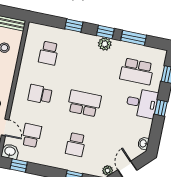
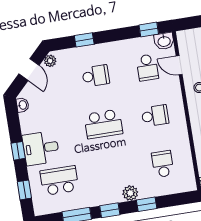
plant: (105, 44) -> (130, 193), moved
school desk: (76, 145) -> (96, 76), turned 90

